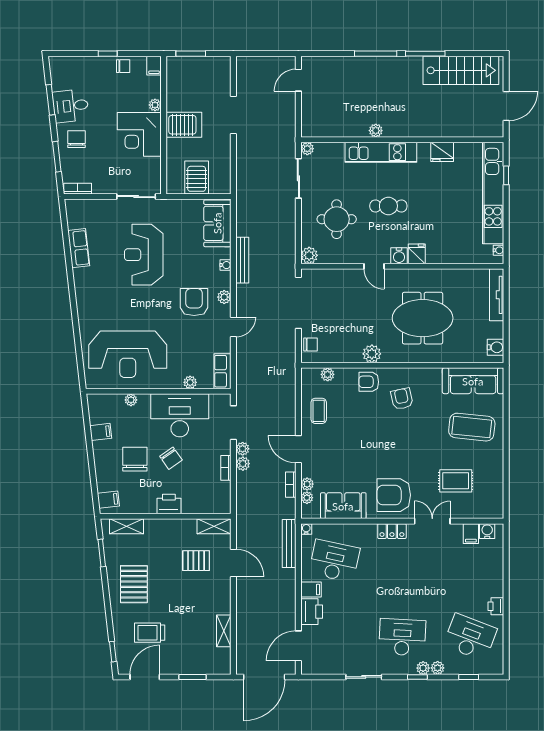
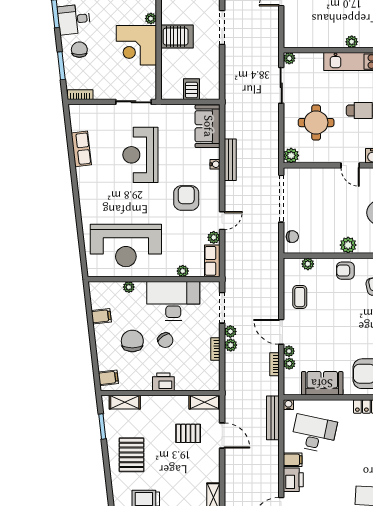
server rack: (197, 177) -> (191, 89), width x0.73, depth x0.70
plant: (224, 297) -> (214, 237), moved
plant: (307, 498) -> (289, 351), moved

